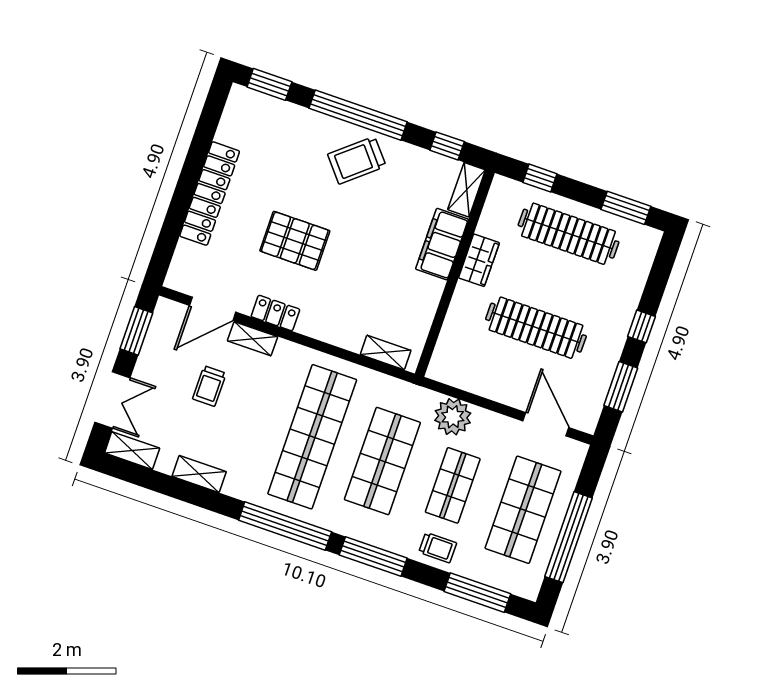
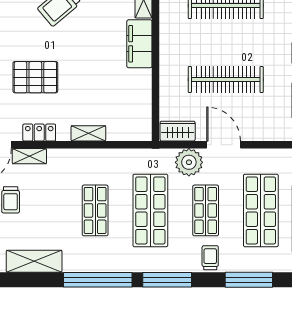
wardrobe: (479, 260) -> (178, 131), moved, turned -90
shelving: (386, 352) -> (88, 133), moved
door: (546, 424) -> (224, 145), moved
shop shelf: (312, 437) -> (95, 210), width x0.50, depth x0.74
shelving: (199, 474) -> (34, 261), width x1.50, depth x1.33
trolley: (438, 548) -> (210, 258), turned -90

